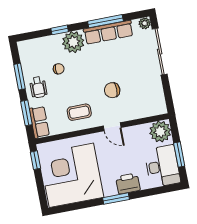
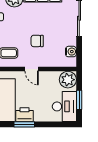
water cooler: (157, 95) -> (71, 52), added
printer: (128, 183) -> (24, 115), moved

